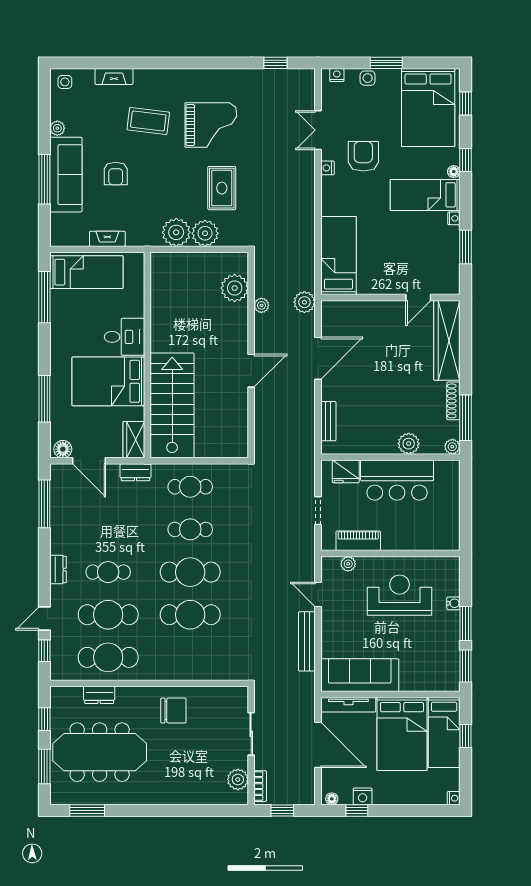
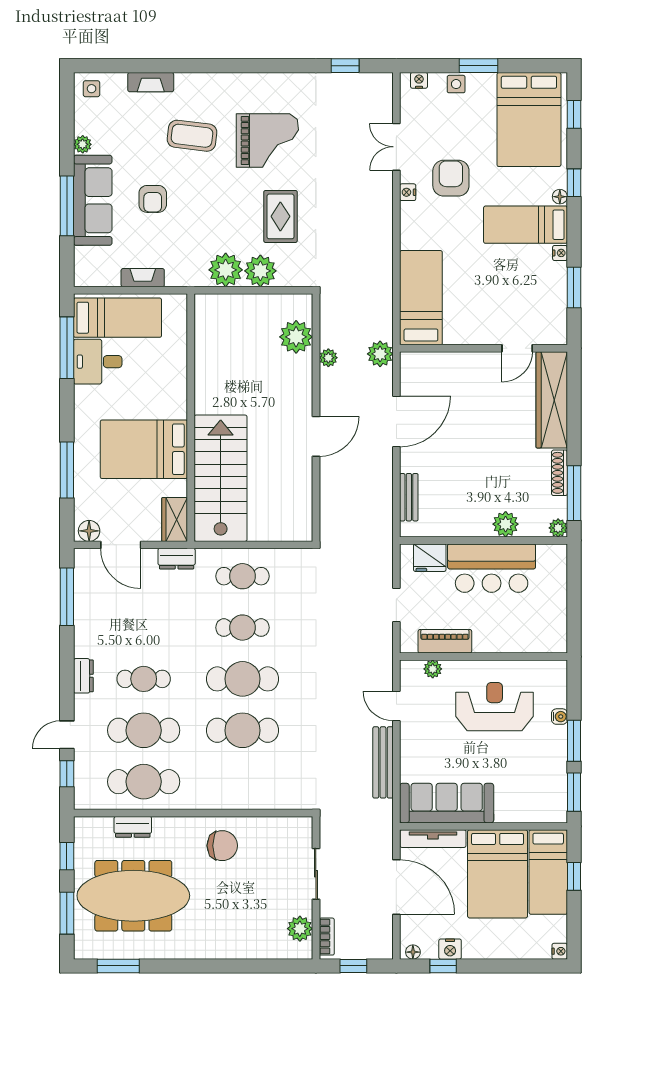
desk: (124, 337) -> (98, 362), moved, turned 180

